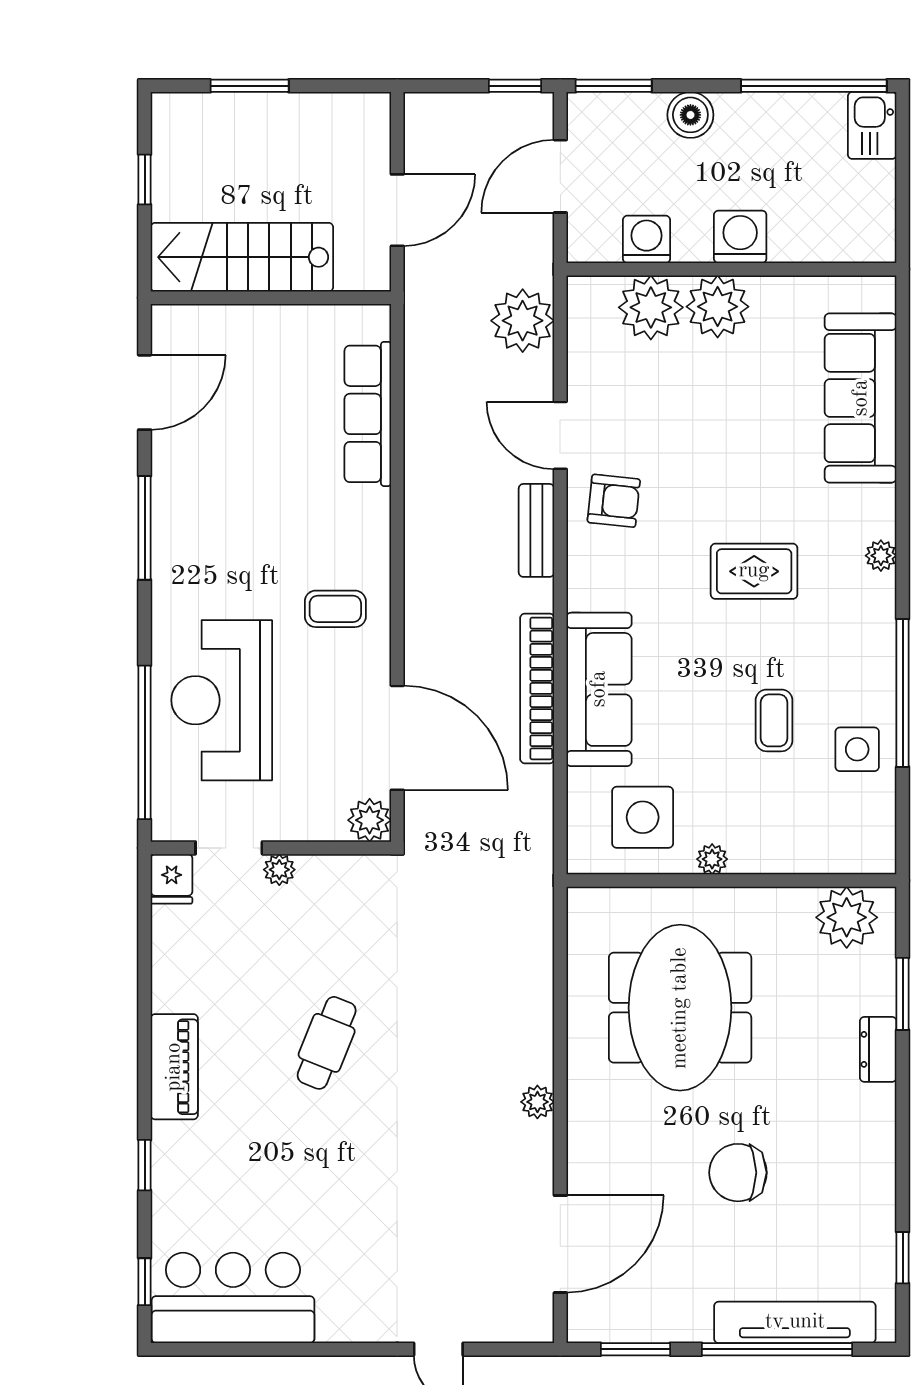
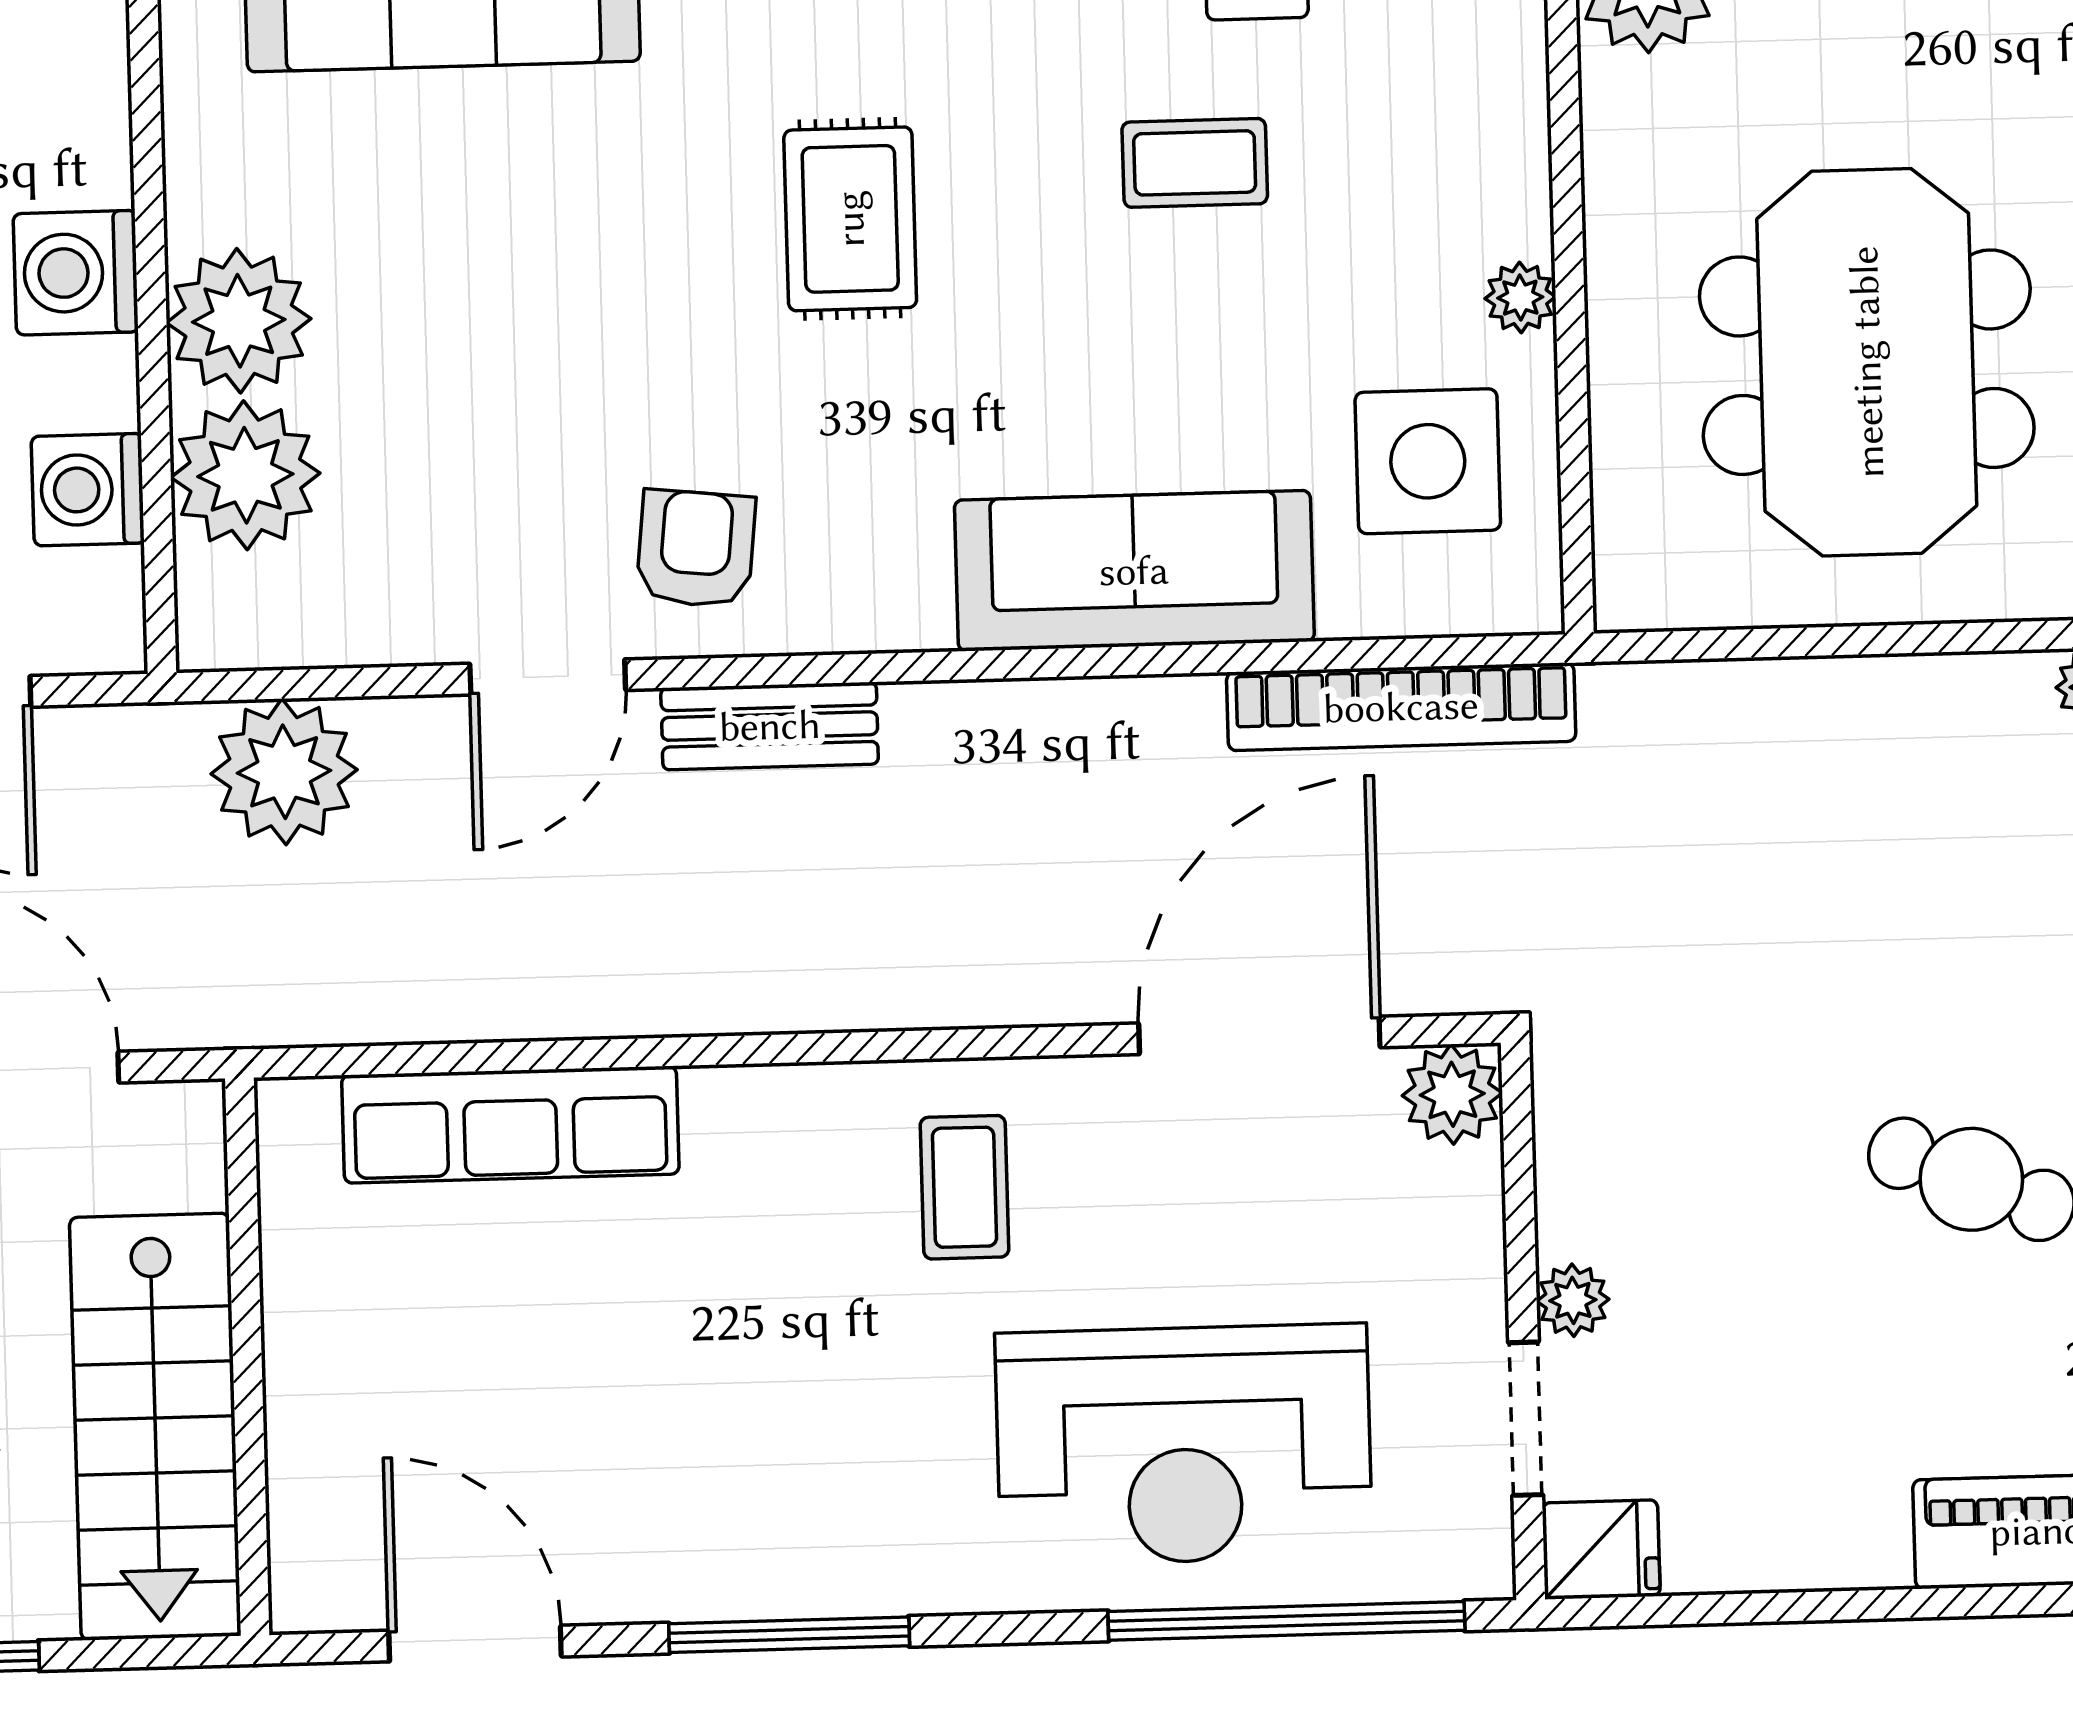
bookcase: (537, 688) -> (1401, 707), moved
meeting table: (680, 1008) -> (1867, 362), turned 90

